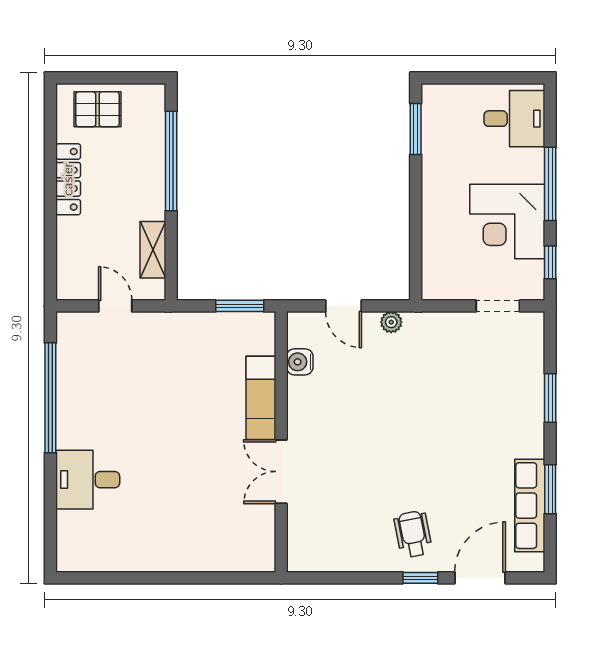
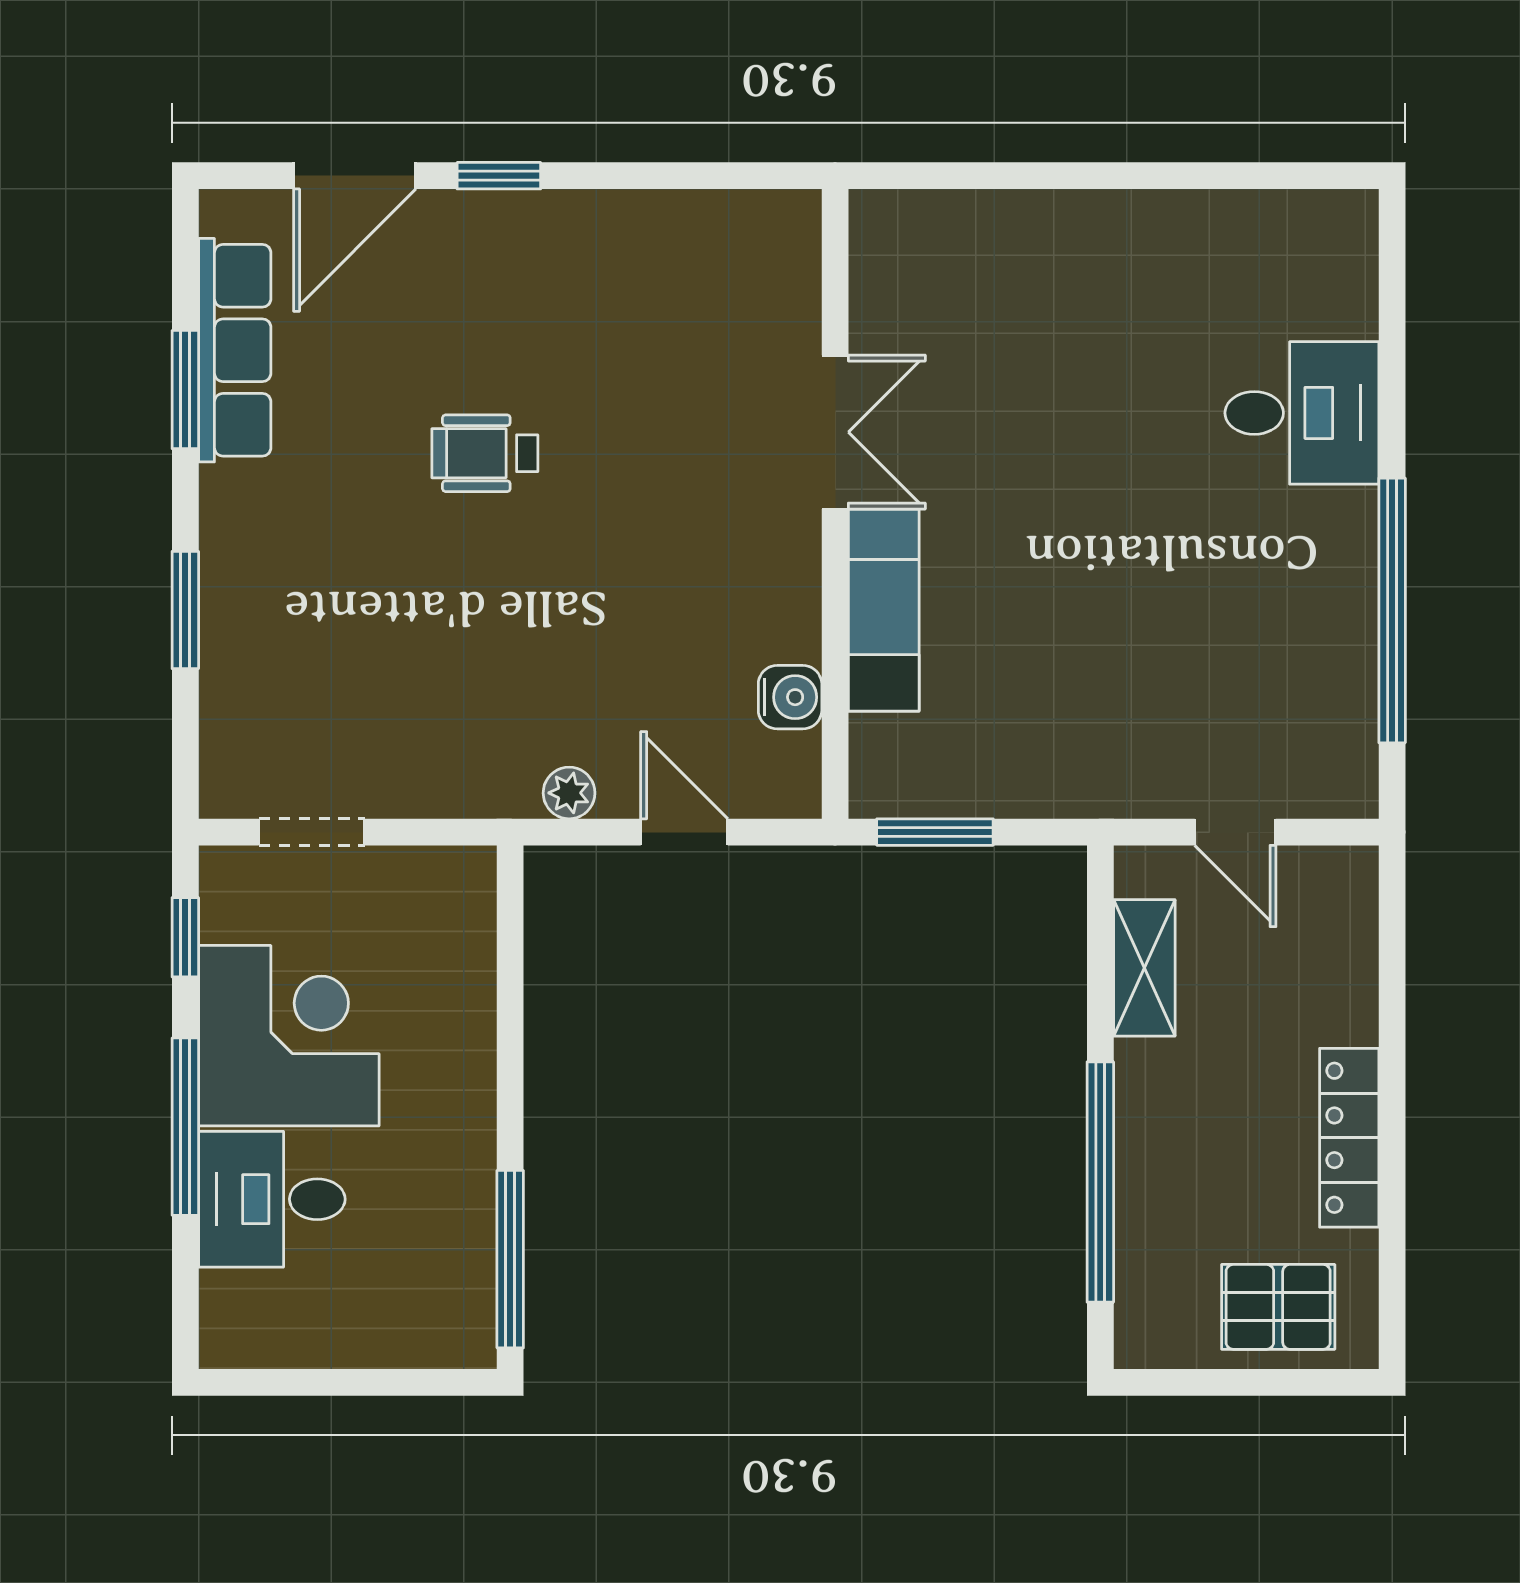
desk: (514, 119) -> (272, 1199), moved
window: (416, 129) -> (510, 1259), width x1.44
wheelchair: (413, 534) -> (485, 453), moved, turned 101

